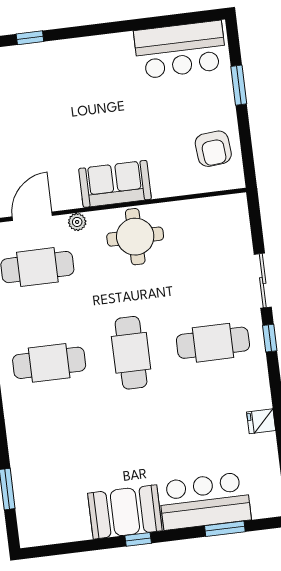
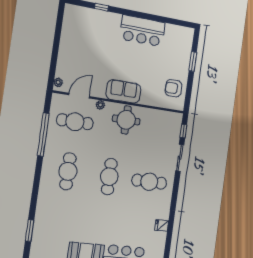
bar counter: (180, 50) -> (142, 31), moved
armchair: (213, 149) -> (173, 88), turned 95
window: (270, 338) -> (183, 131), moved
cafe table: (49, 363) -> (68, 171), turned 90

